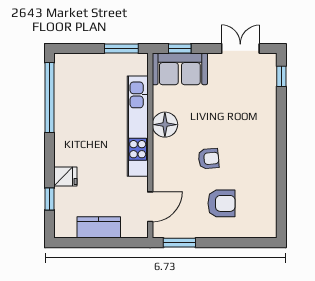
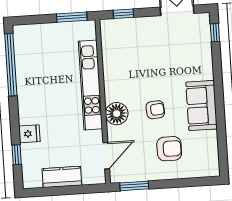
sofa: (180, 69) -> (202, 105), moved, turned 90
floor lamp: (165, 125) -> (117, 114), moved

